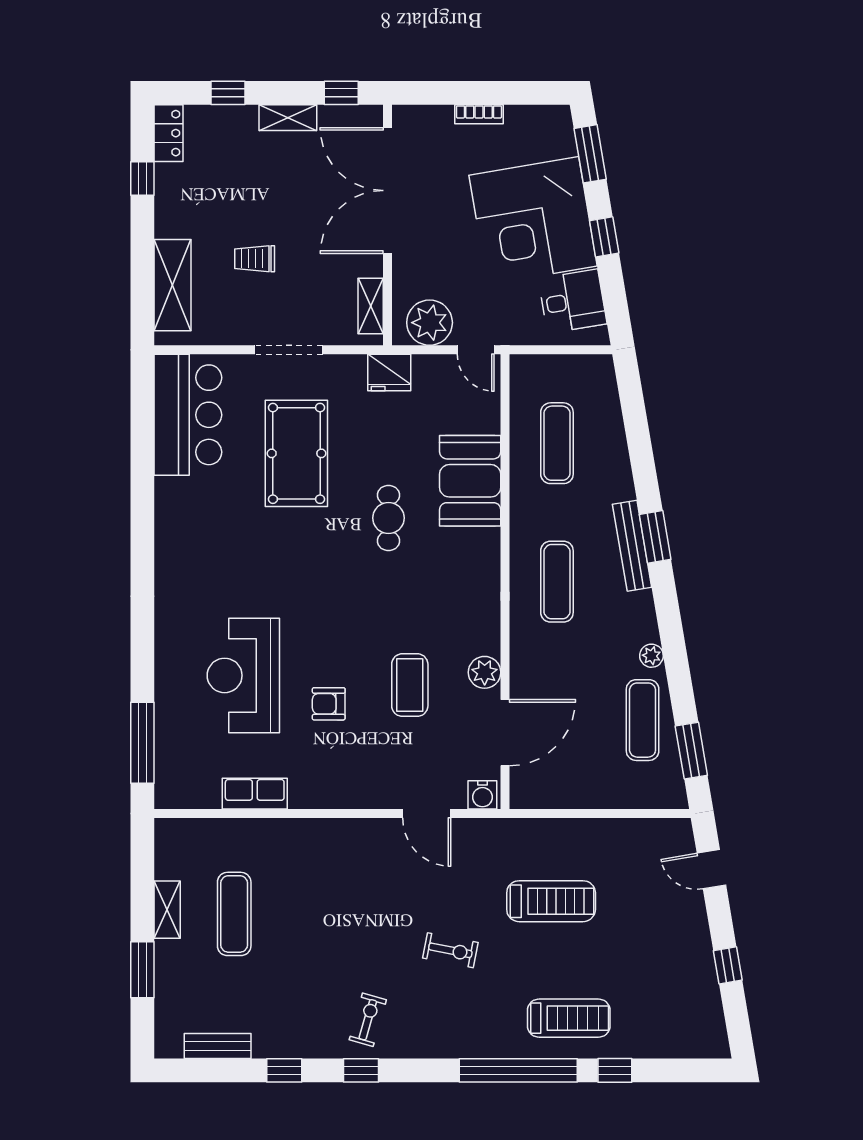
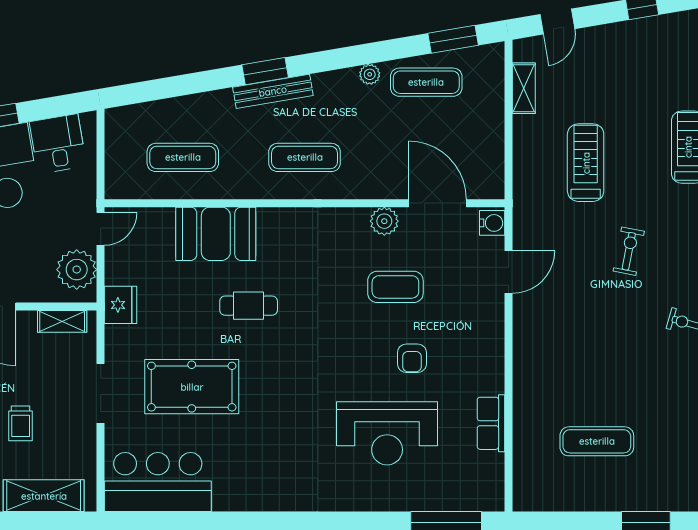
shelving: (167, 910) -> (524, 88), moved, turned 90

